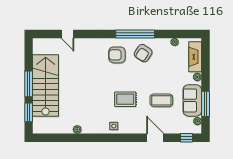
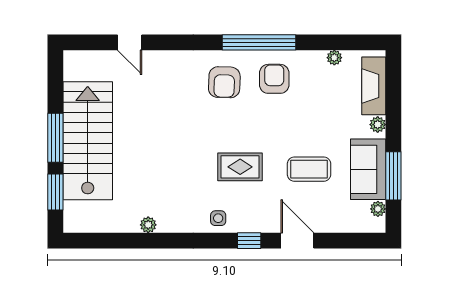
armchair: (143, 53) -> (274, 79), turned 147
armchair: (117, 55) -> (224, 82), turned -88
window: (186, 138) -> (249, 241), moved

